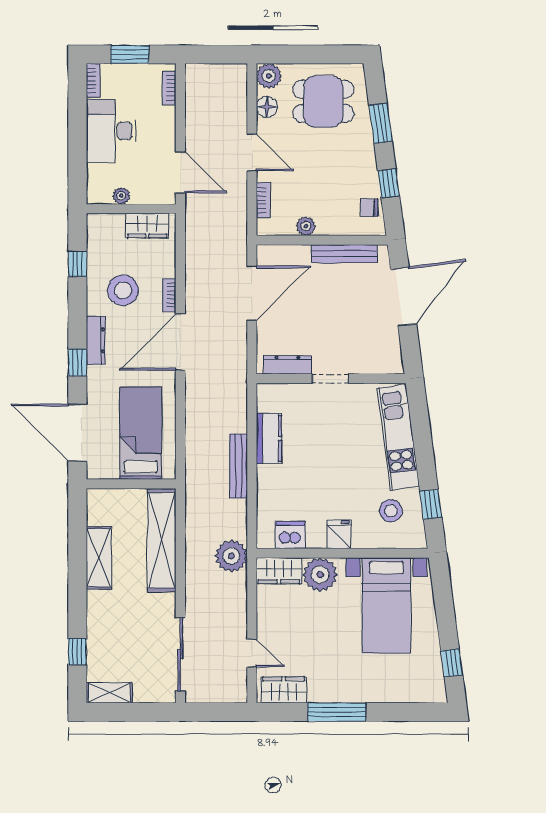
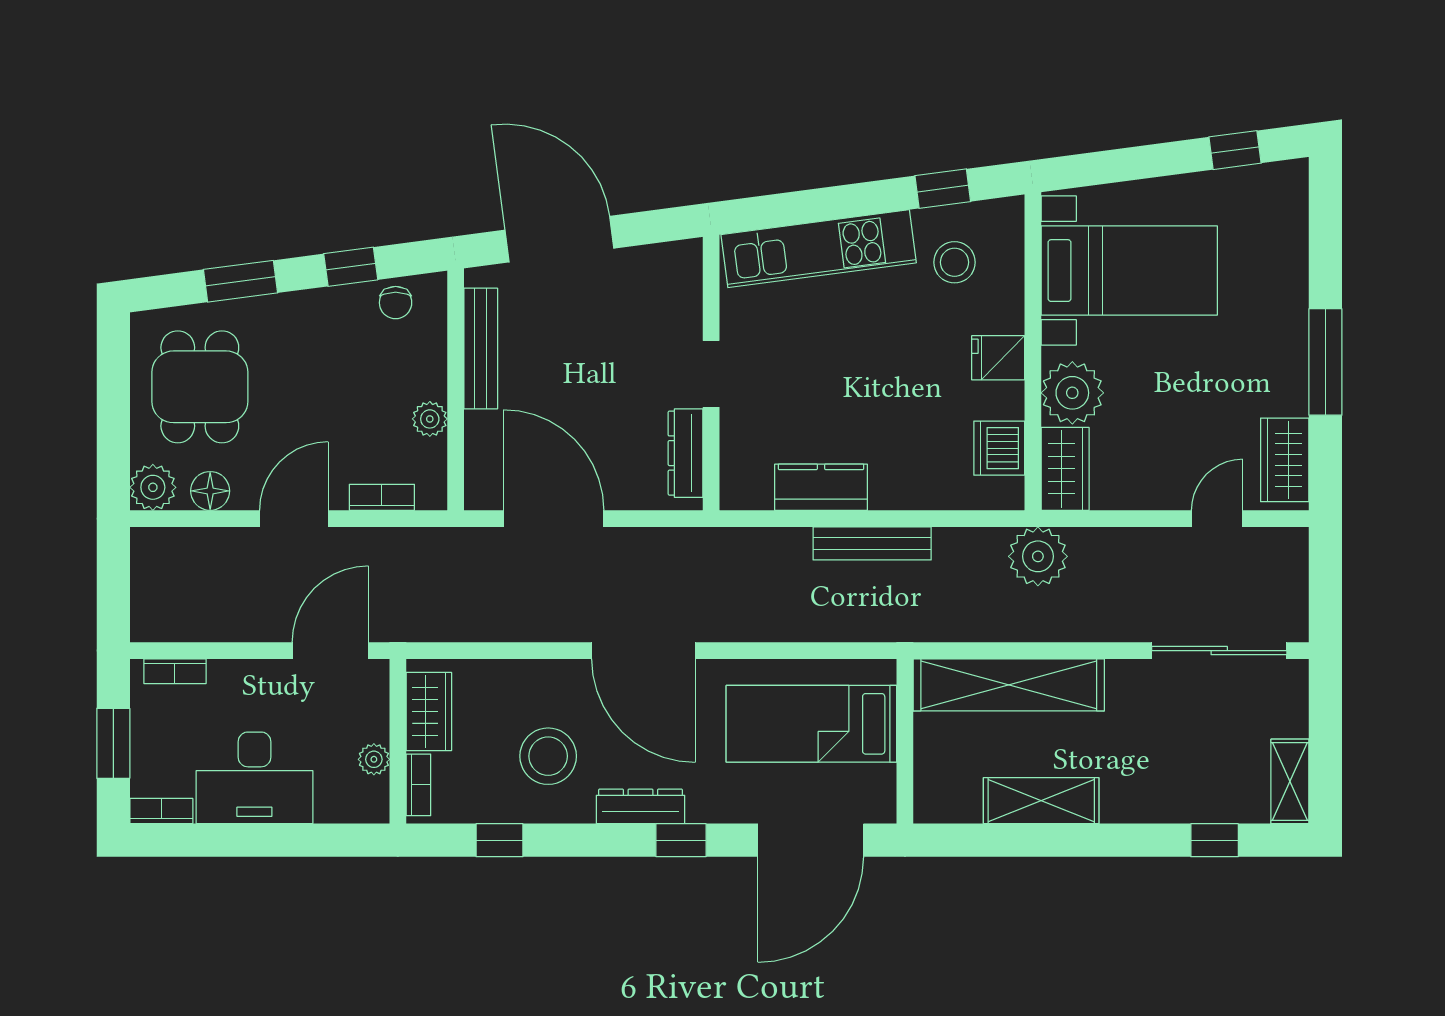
bookcase: (169, 295) -> (418, 785), moved, turned -90

